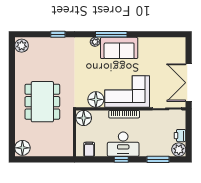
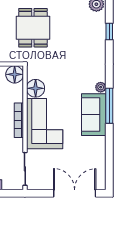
window: (58, 34) -> (109, 31), moved
double door: (189, 83) -> (75, 193), moved
dining table: (42, 102) -> (33, 28), width x0.73

